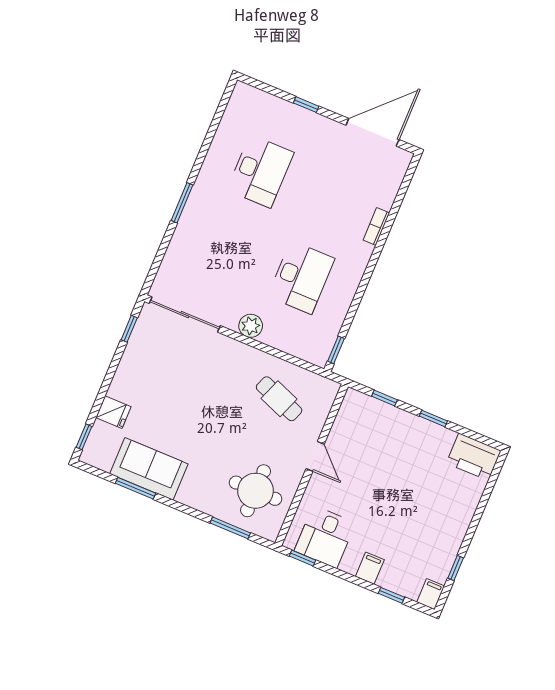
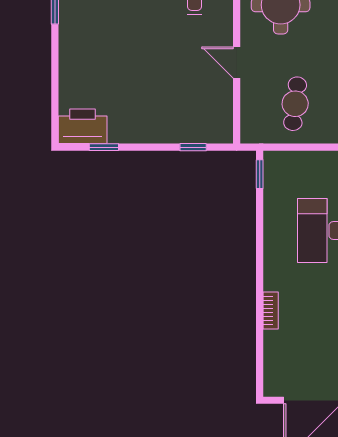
cafe table: (279, 399) -> (295, 104), turned 76
window: (433, 418) -> (104, 147), moved

